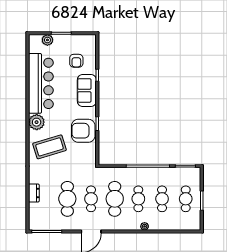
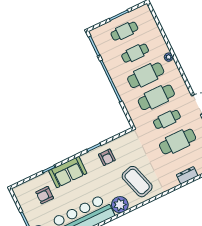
armchair: (76, 61) -> (45, 195), turned 180
armchair: (83, 131) -> (107, 157), width x0.53, depth x0.53
cafe table: (138, 199) -> (146, 75), width x1.37, depth x1.35

